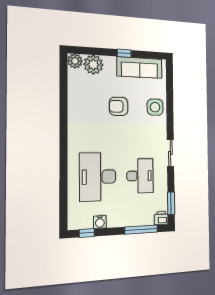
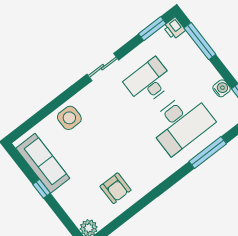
plant: (93, 65) -> (78, 209), removed
armchair: (119, 106) -> (116, 188), moved
window: (63, 180) -> (208, 152), added

